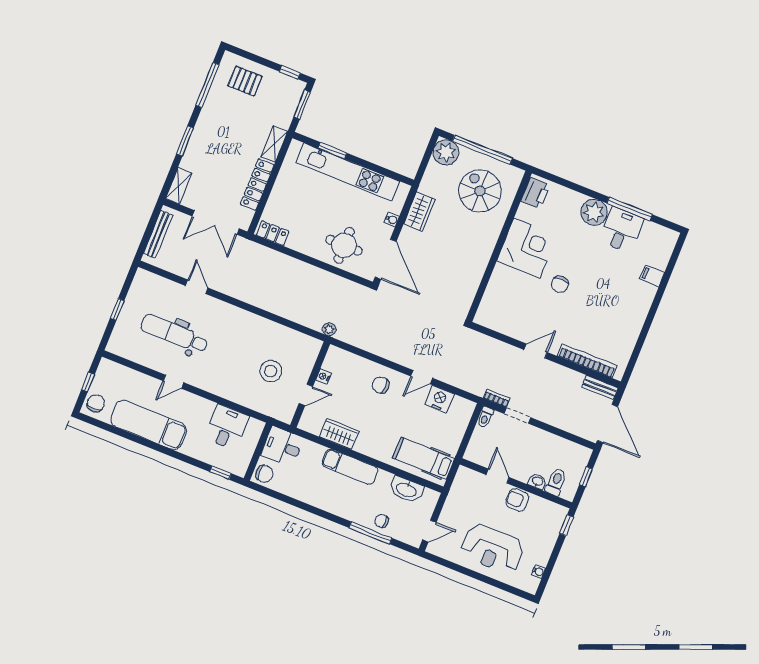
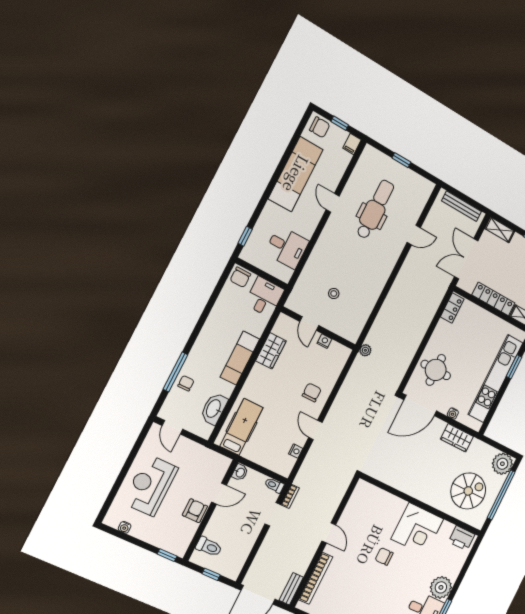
filing cabinet: (108, 367) -> (352, 144), added
stool: (271, 371) -> (334, 294), width x0.53, depth x0.53
nightstand: (439, 399) -> (296, 451), width x0.53, depth x0.56
washbasin: (537, 481) -> (240, 472), moved

